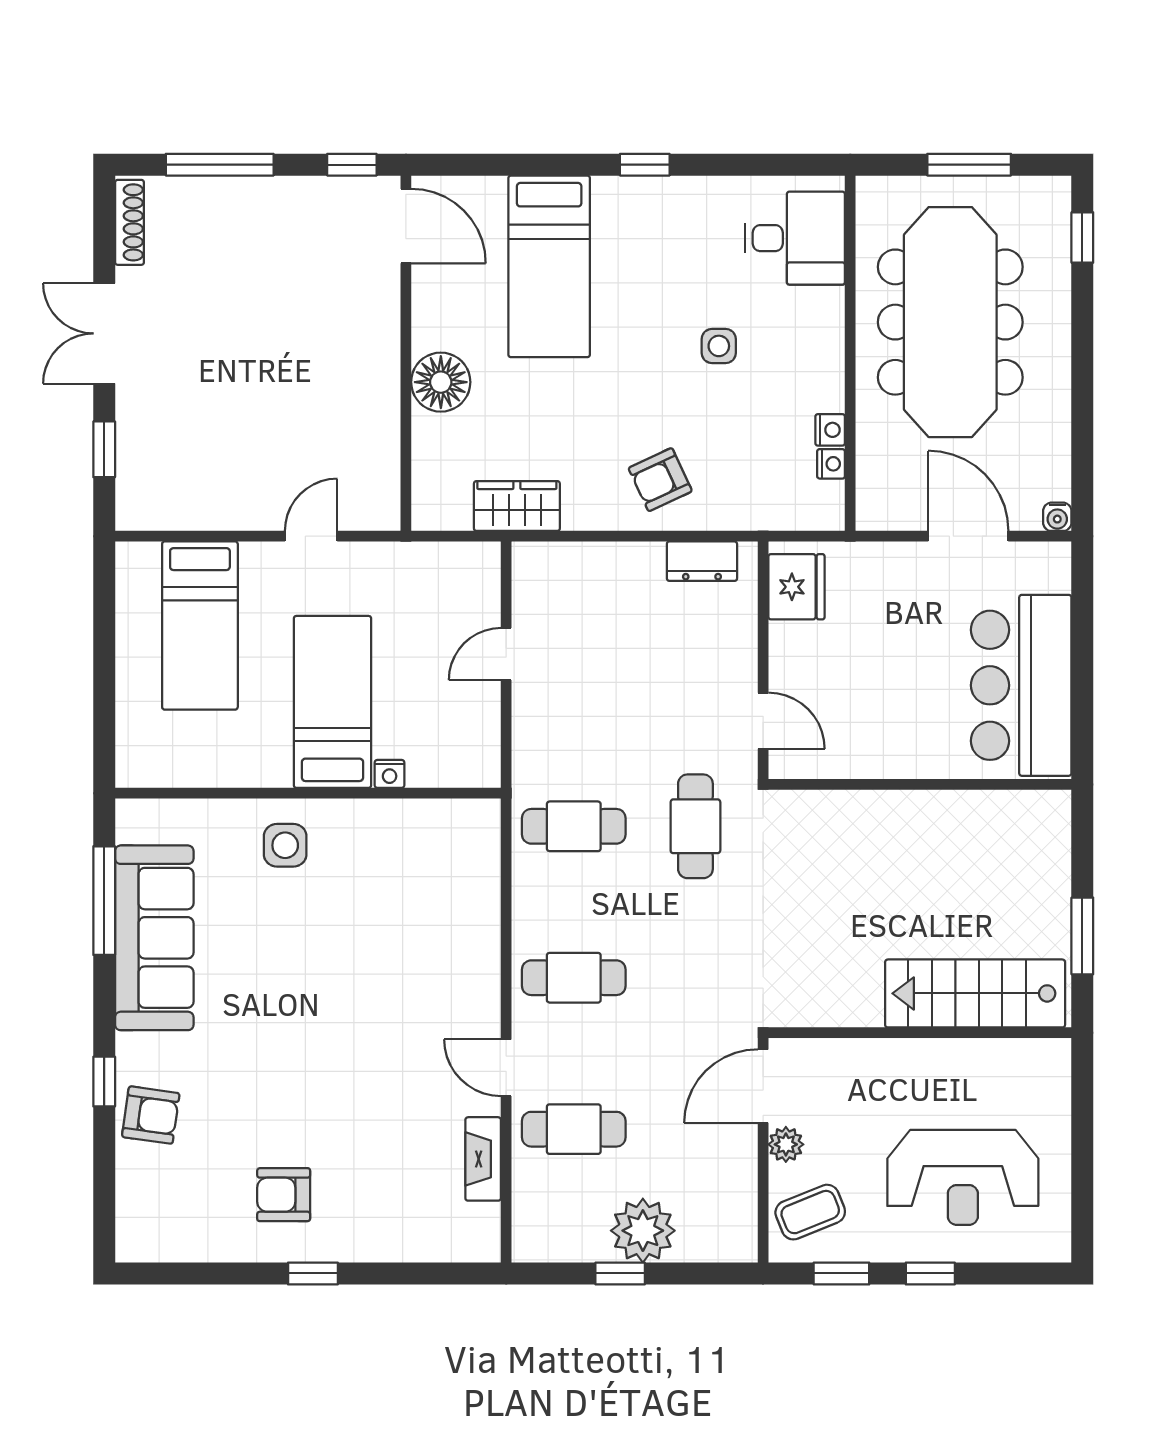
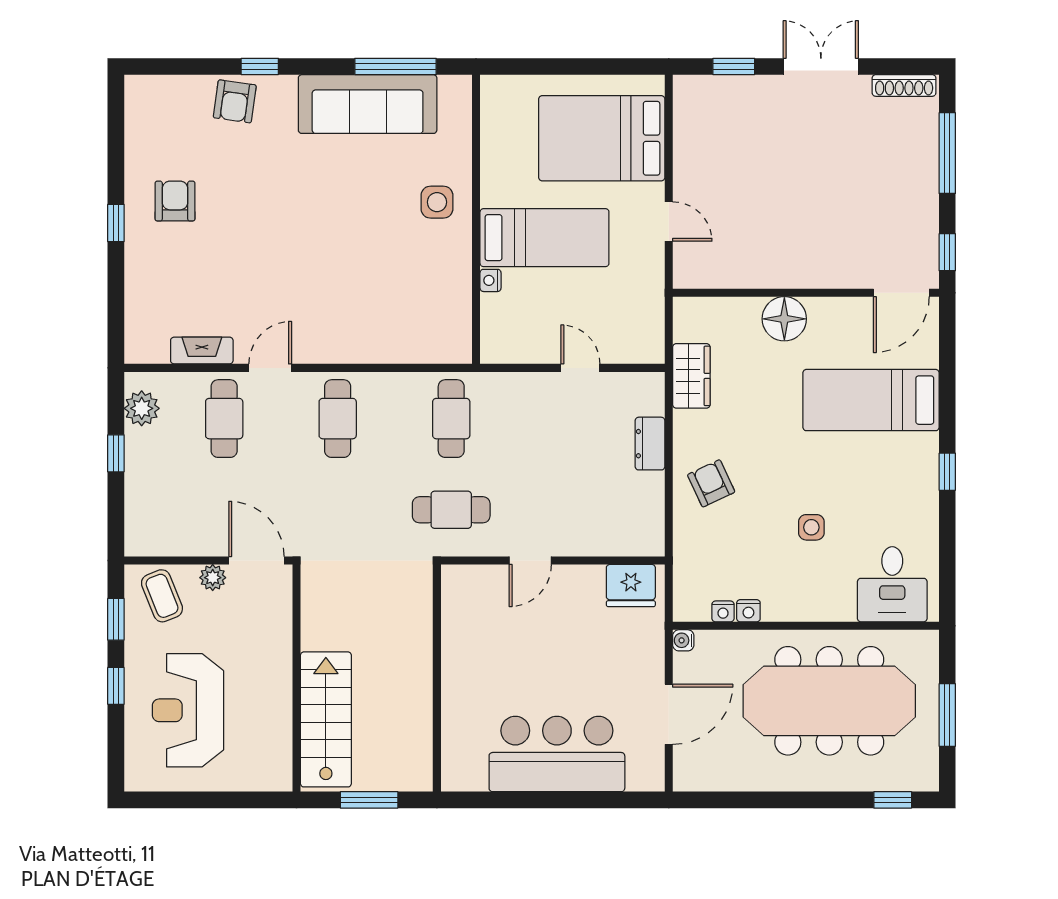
water cooler: (1057, 517) -> (683, 640), moved
dresser: (702, 561) -> (650, 444), moved
bed: (200, 626) -> (602, 138), width x1.50
wall: (920, 784) -> (437, 678), moved
plant: (643, 1231) -> (142, 408), moved, width x0.73, depth x0.73

